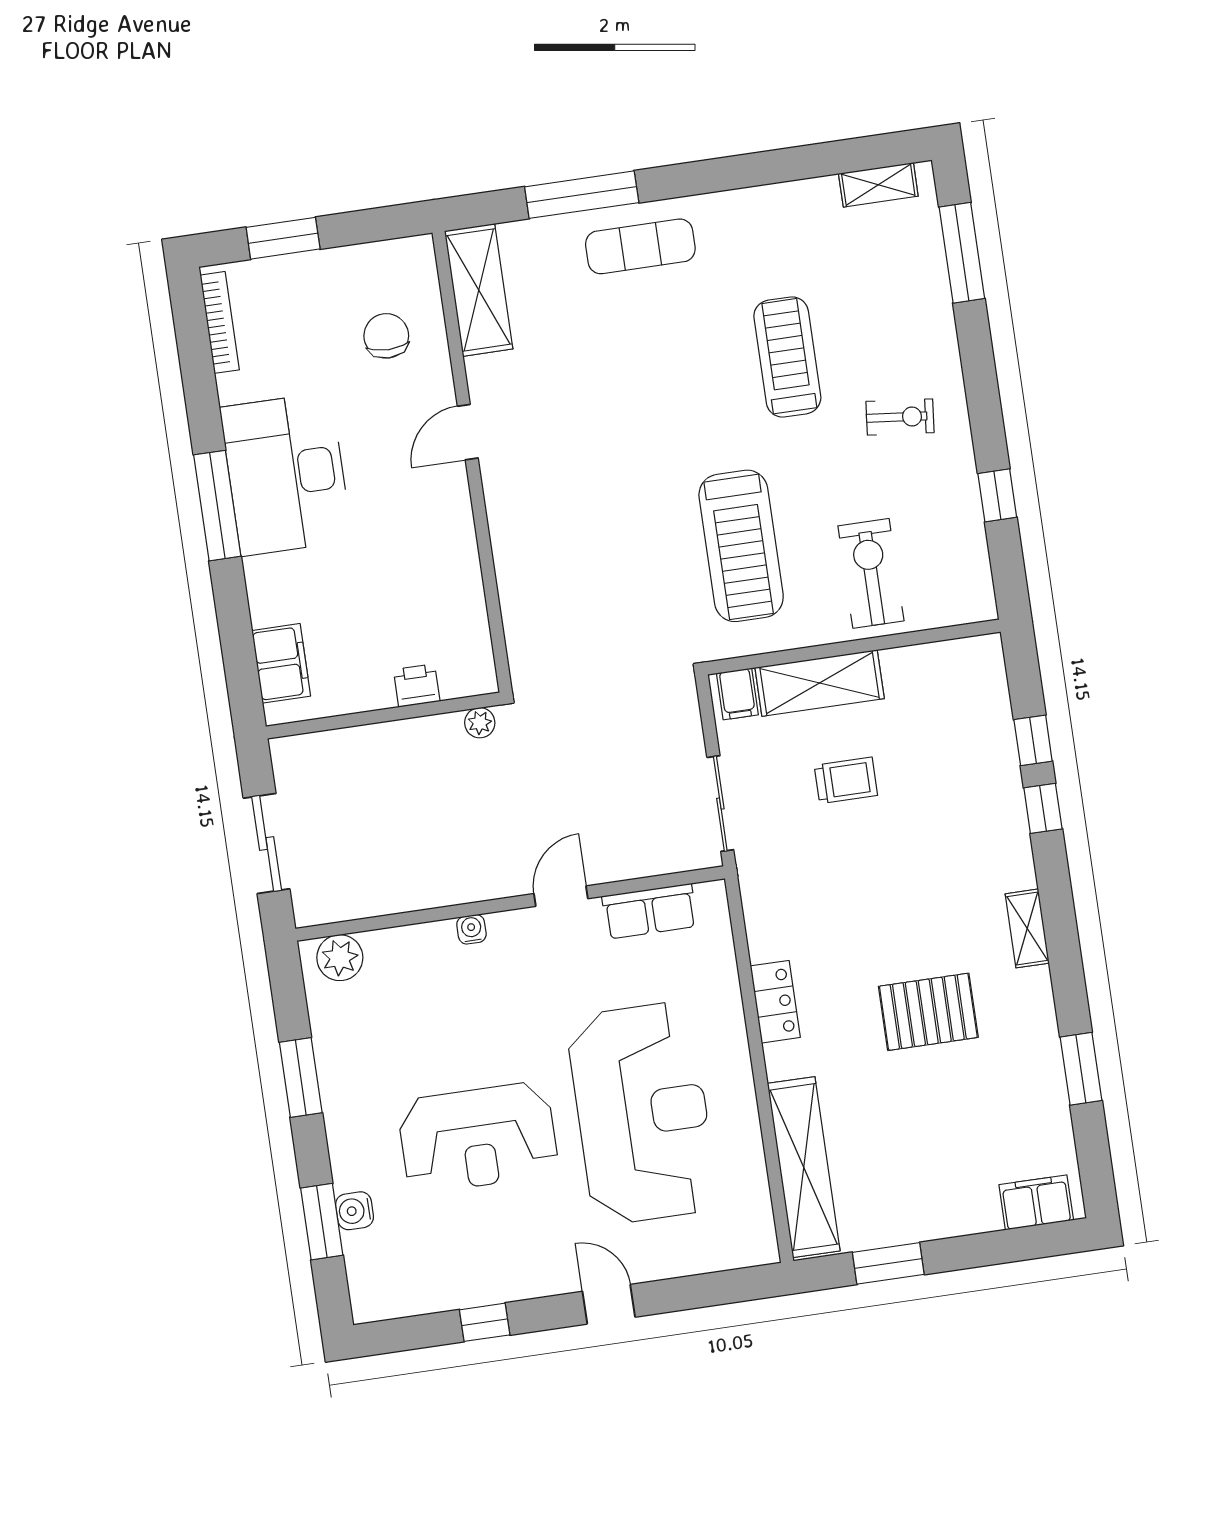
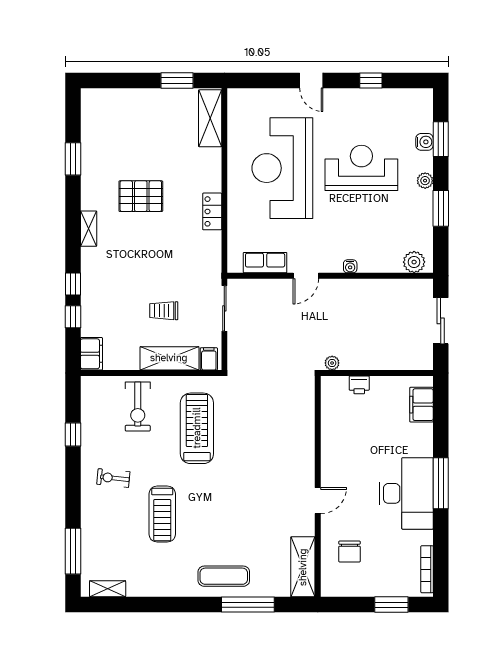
plant: (342, 1130) -> (425, 181), added
shelving: (804, 1167) -> (210, 118), width x0.68
filing cabinet: (1036, 1202) -> (91, 354), moved, turned -90

